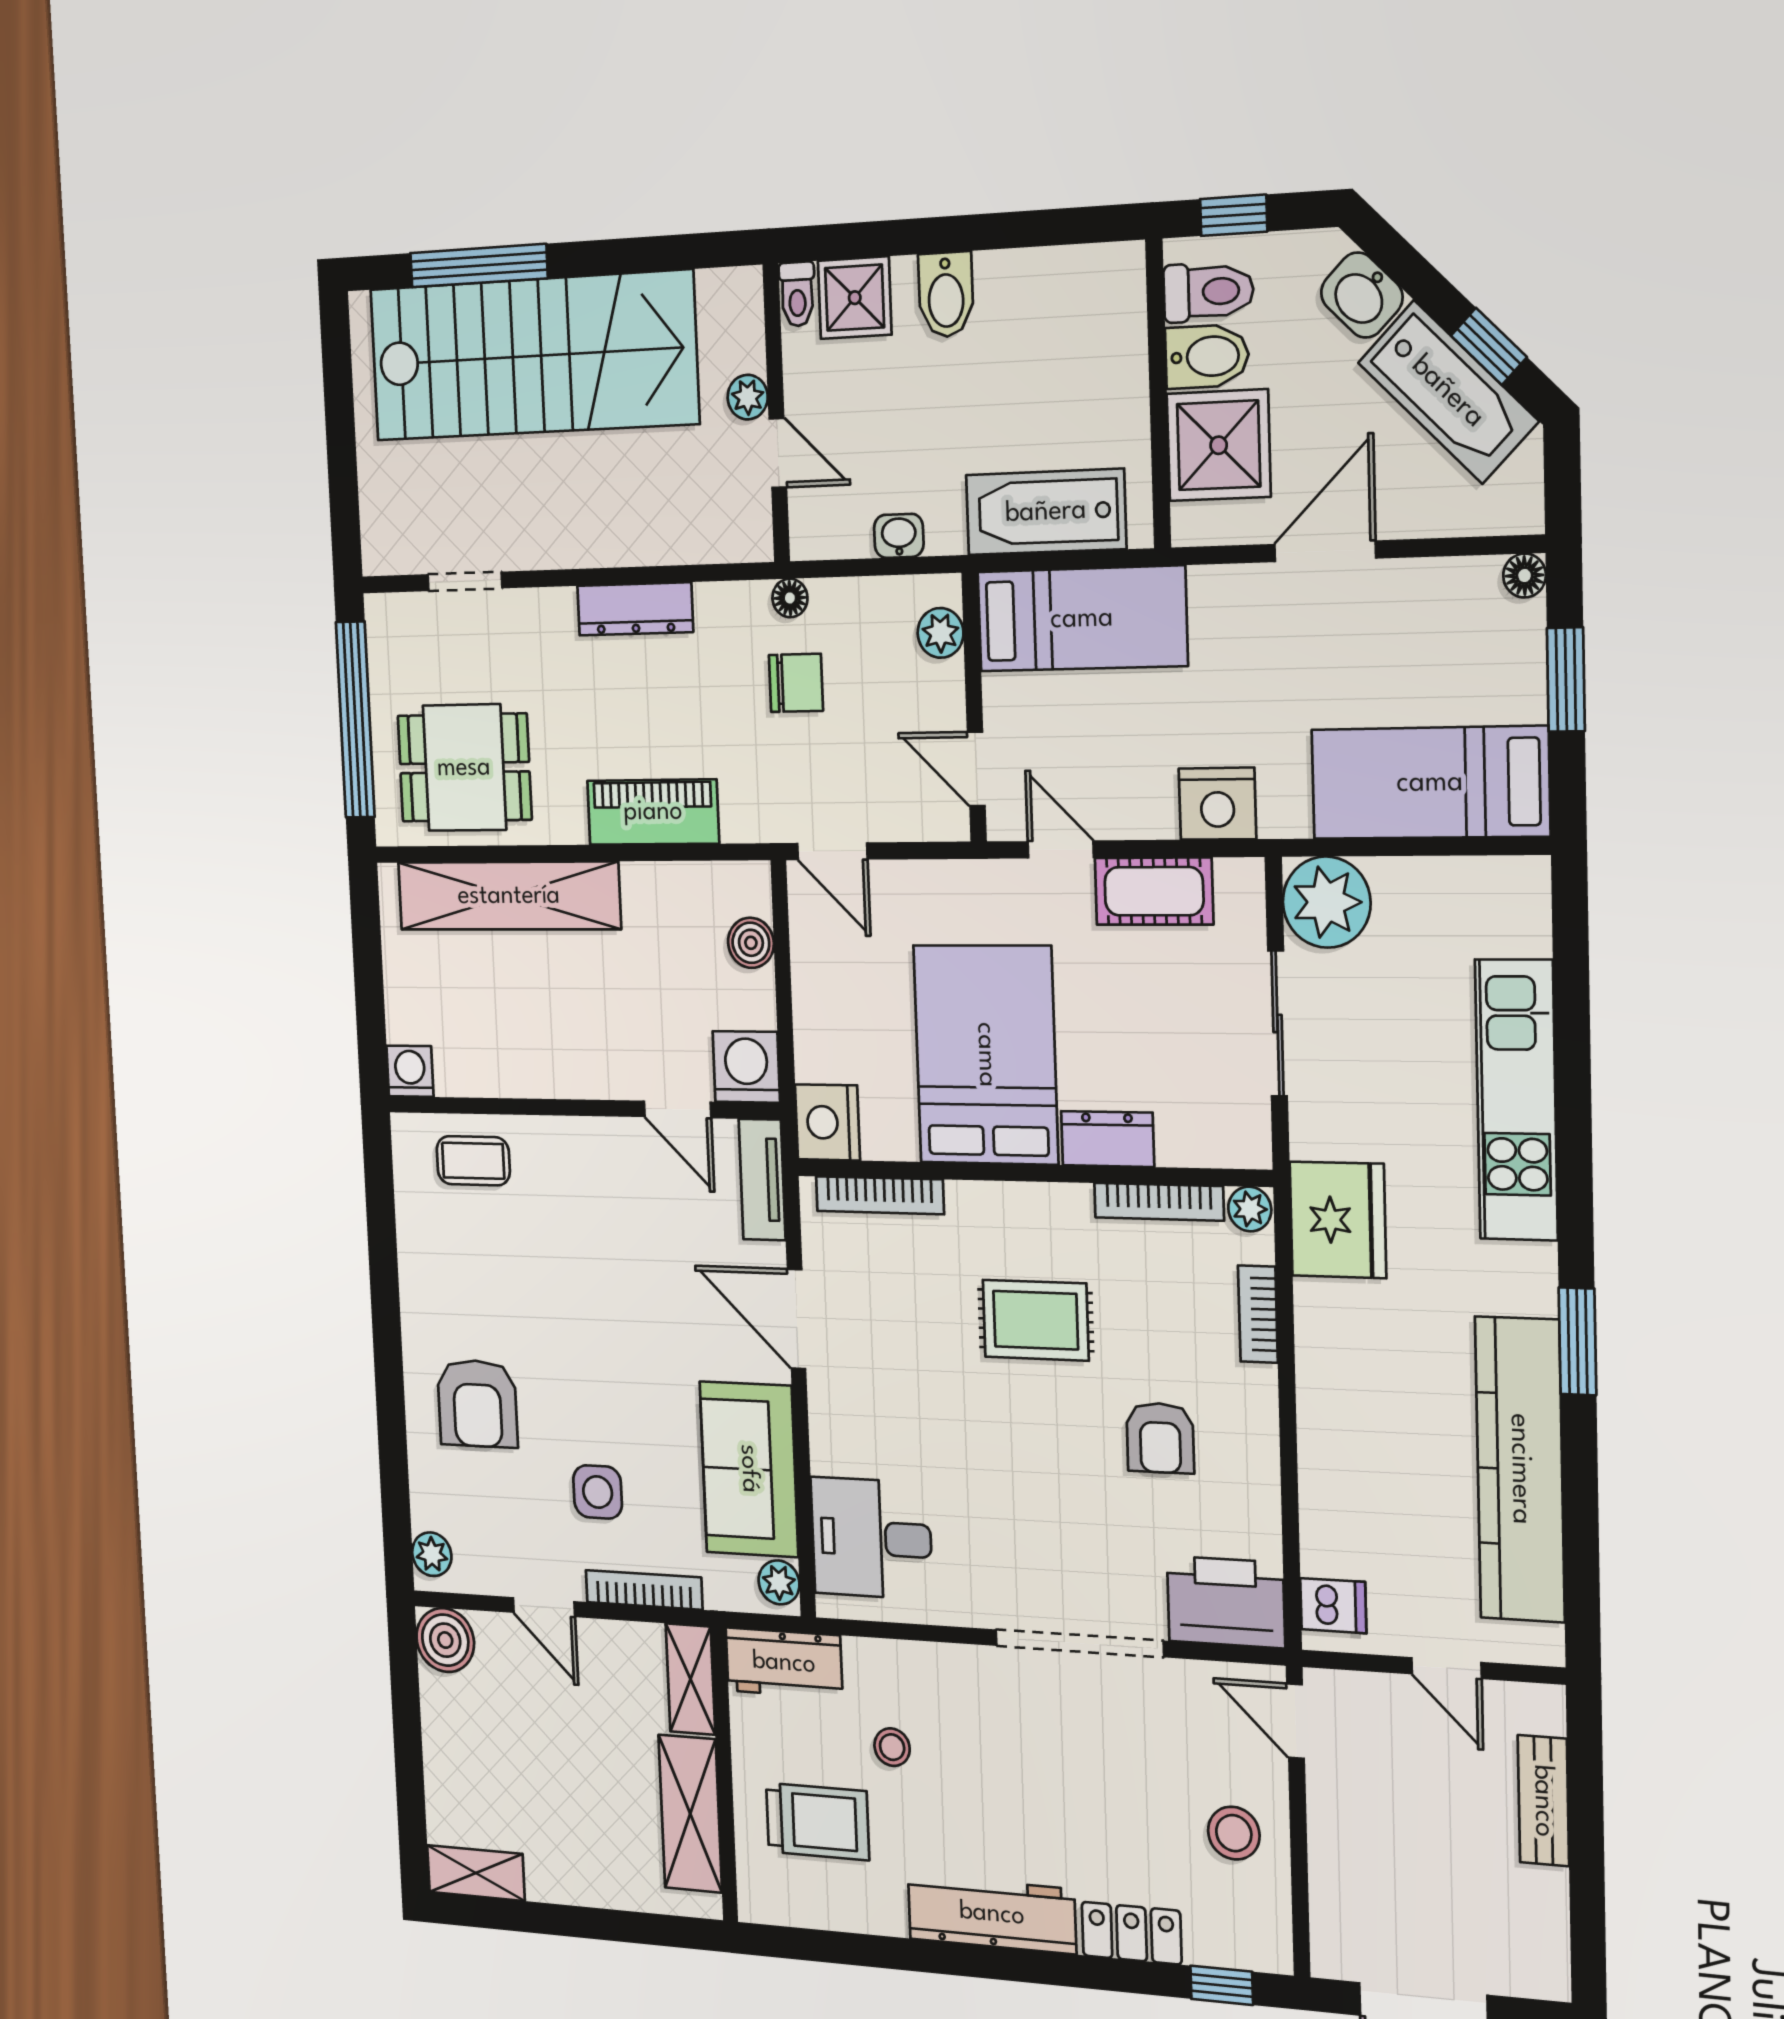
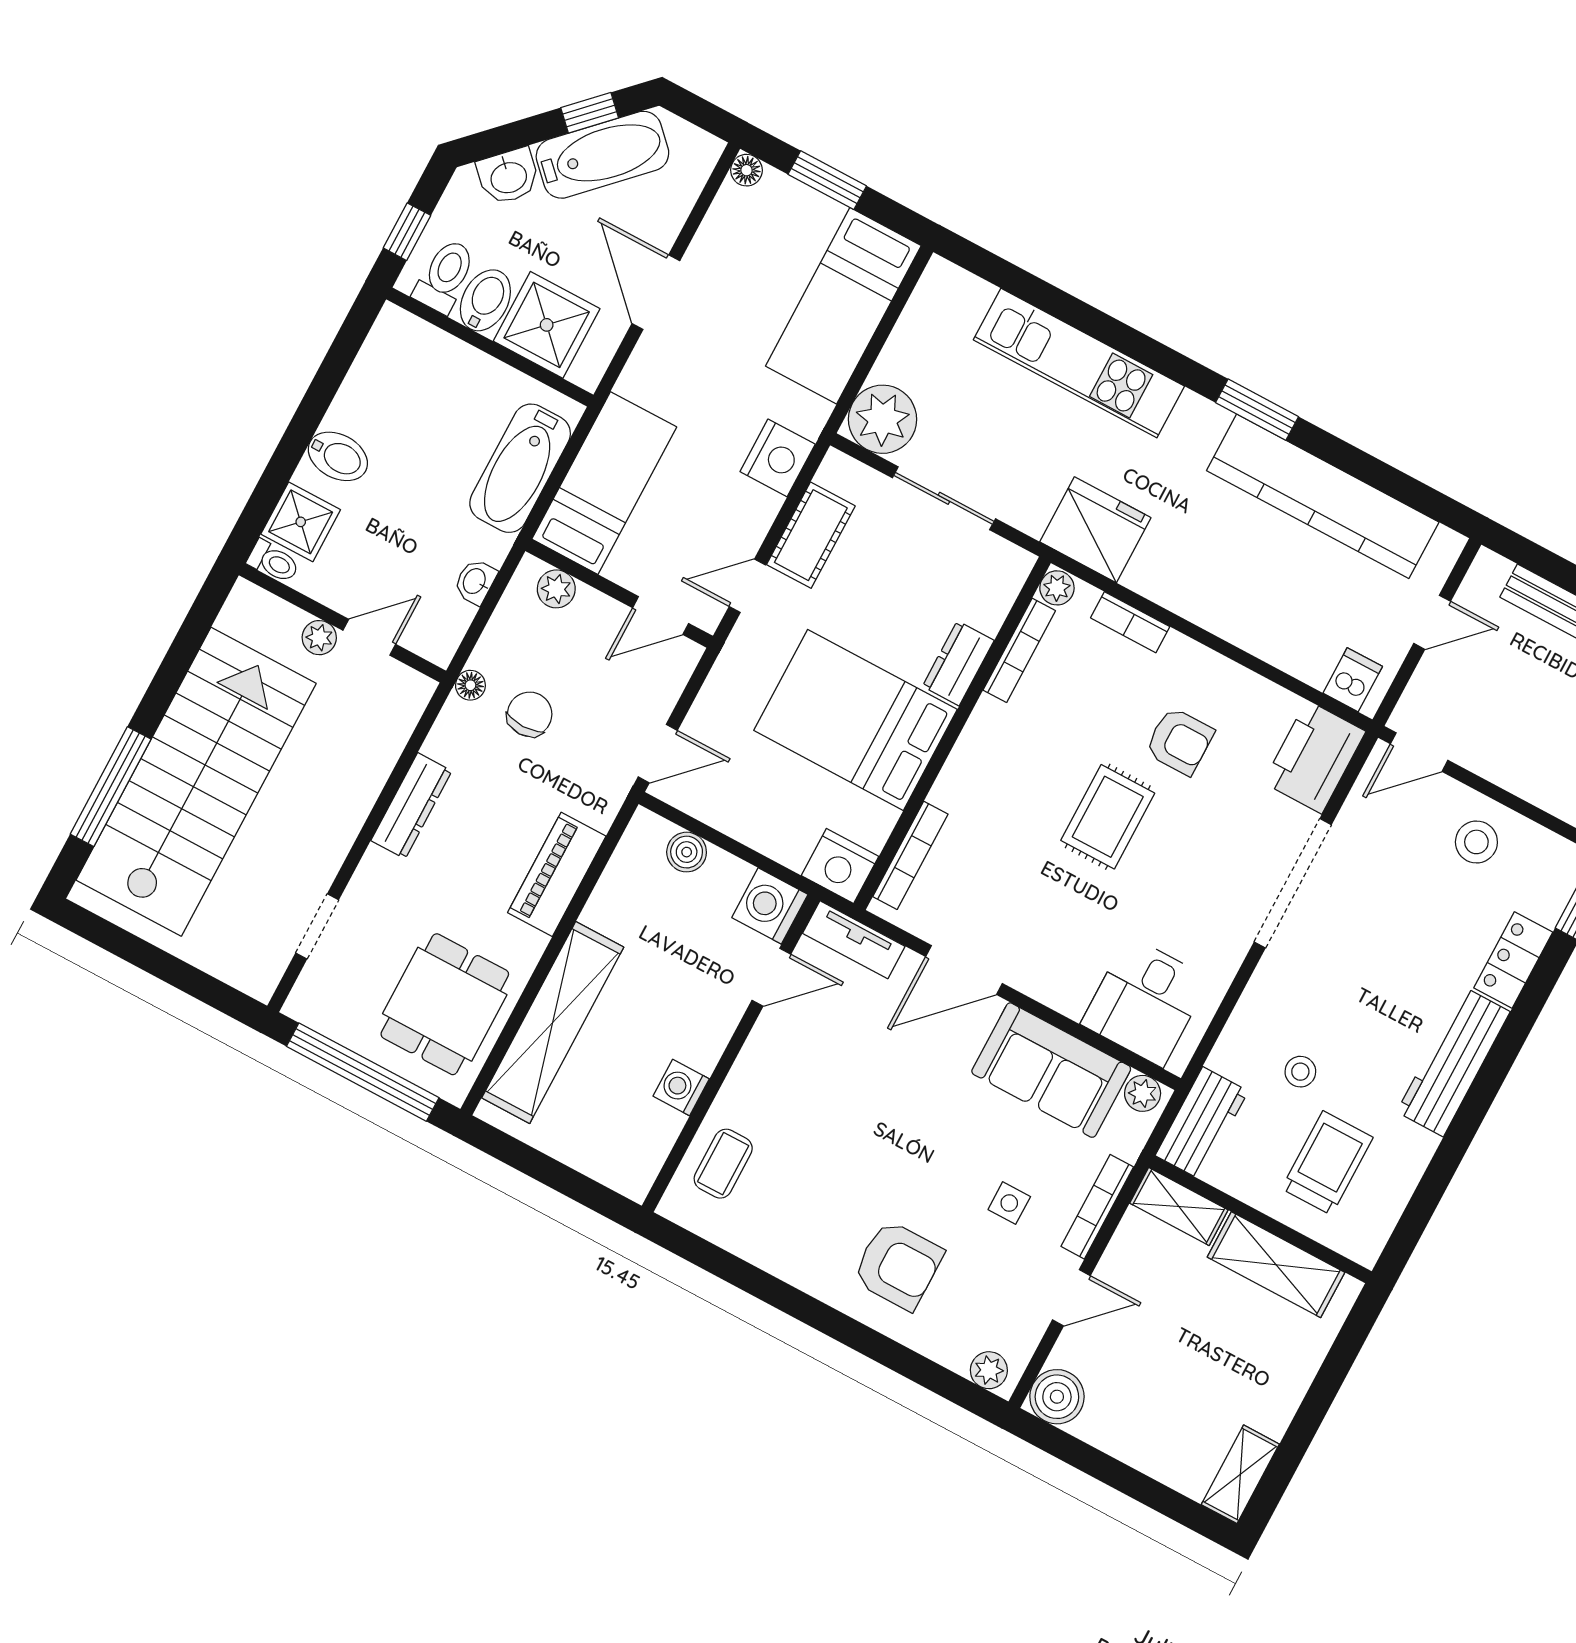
washing machine: (410, 1071) -> (681, 1088), moved
rug: (1036, 1320) -> (1108, 817), moved
side table: (598, 1492) -> (1009, 1203), width x0.73, depth x0.73

